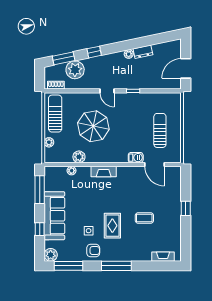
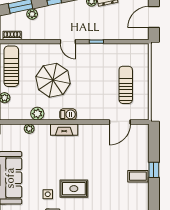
plant: (75, 70) -> (32, 14), width x0.53, depth x0.53
barbecue: (136, 158) -> (68, 114), moved
door: (155, 165) -> (120, 122), hinge flipped
coffee table: (144, 218) -> (138, 176), moved
rug: (112, 226) -> (74, 189), turned 90

